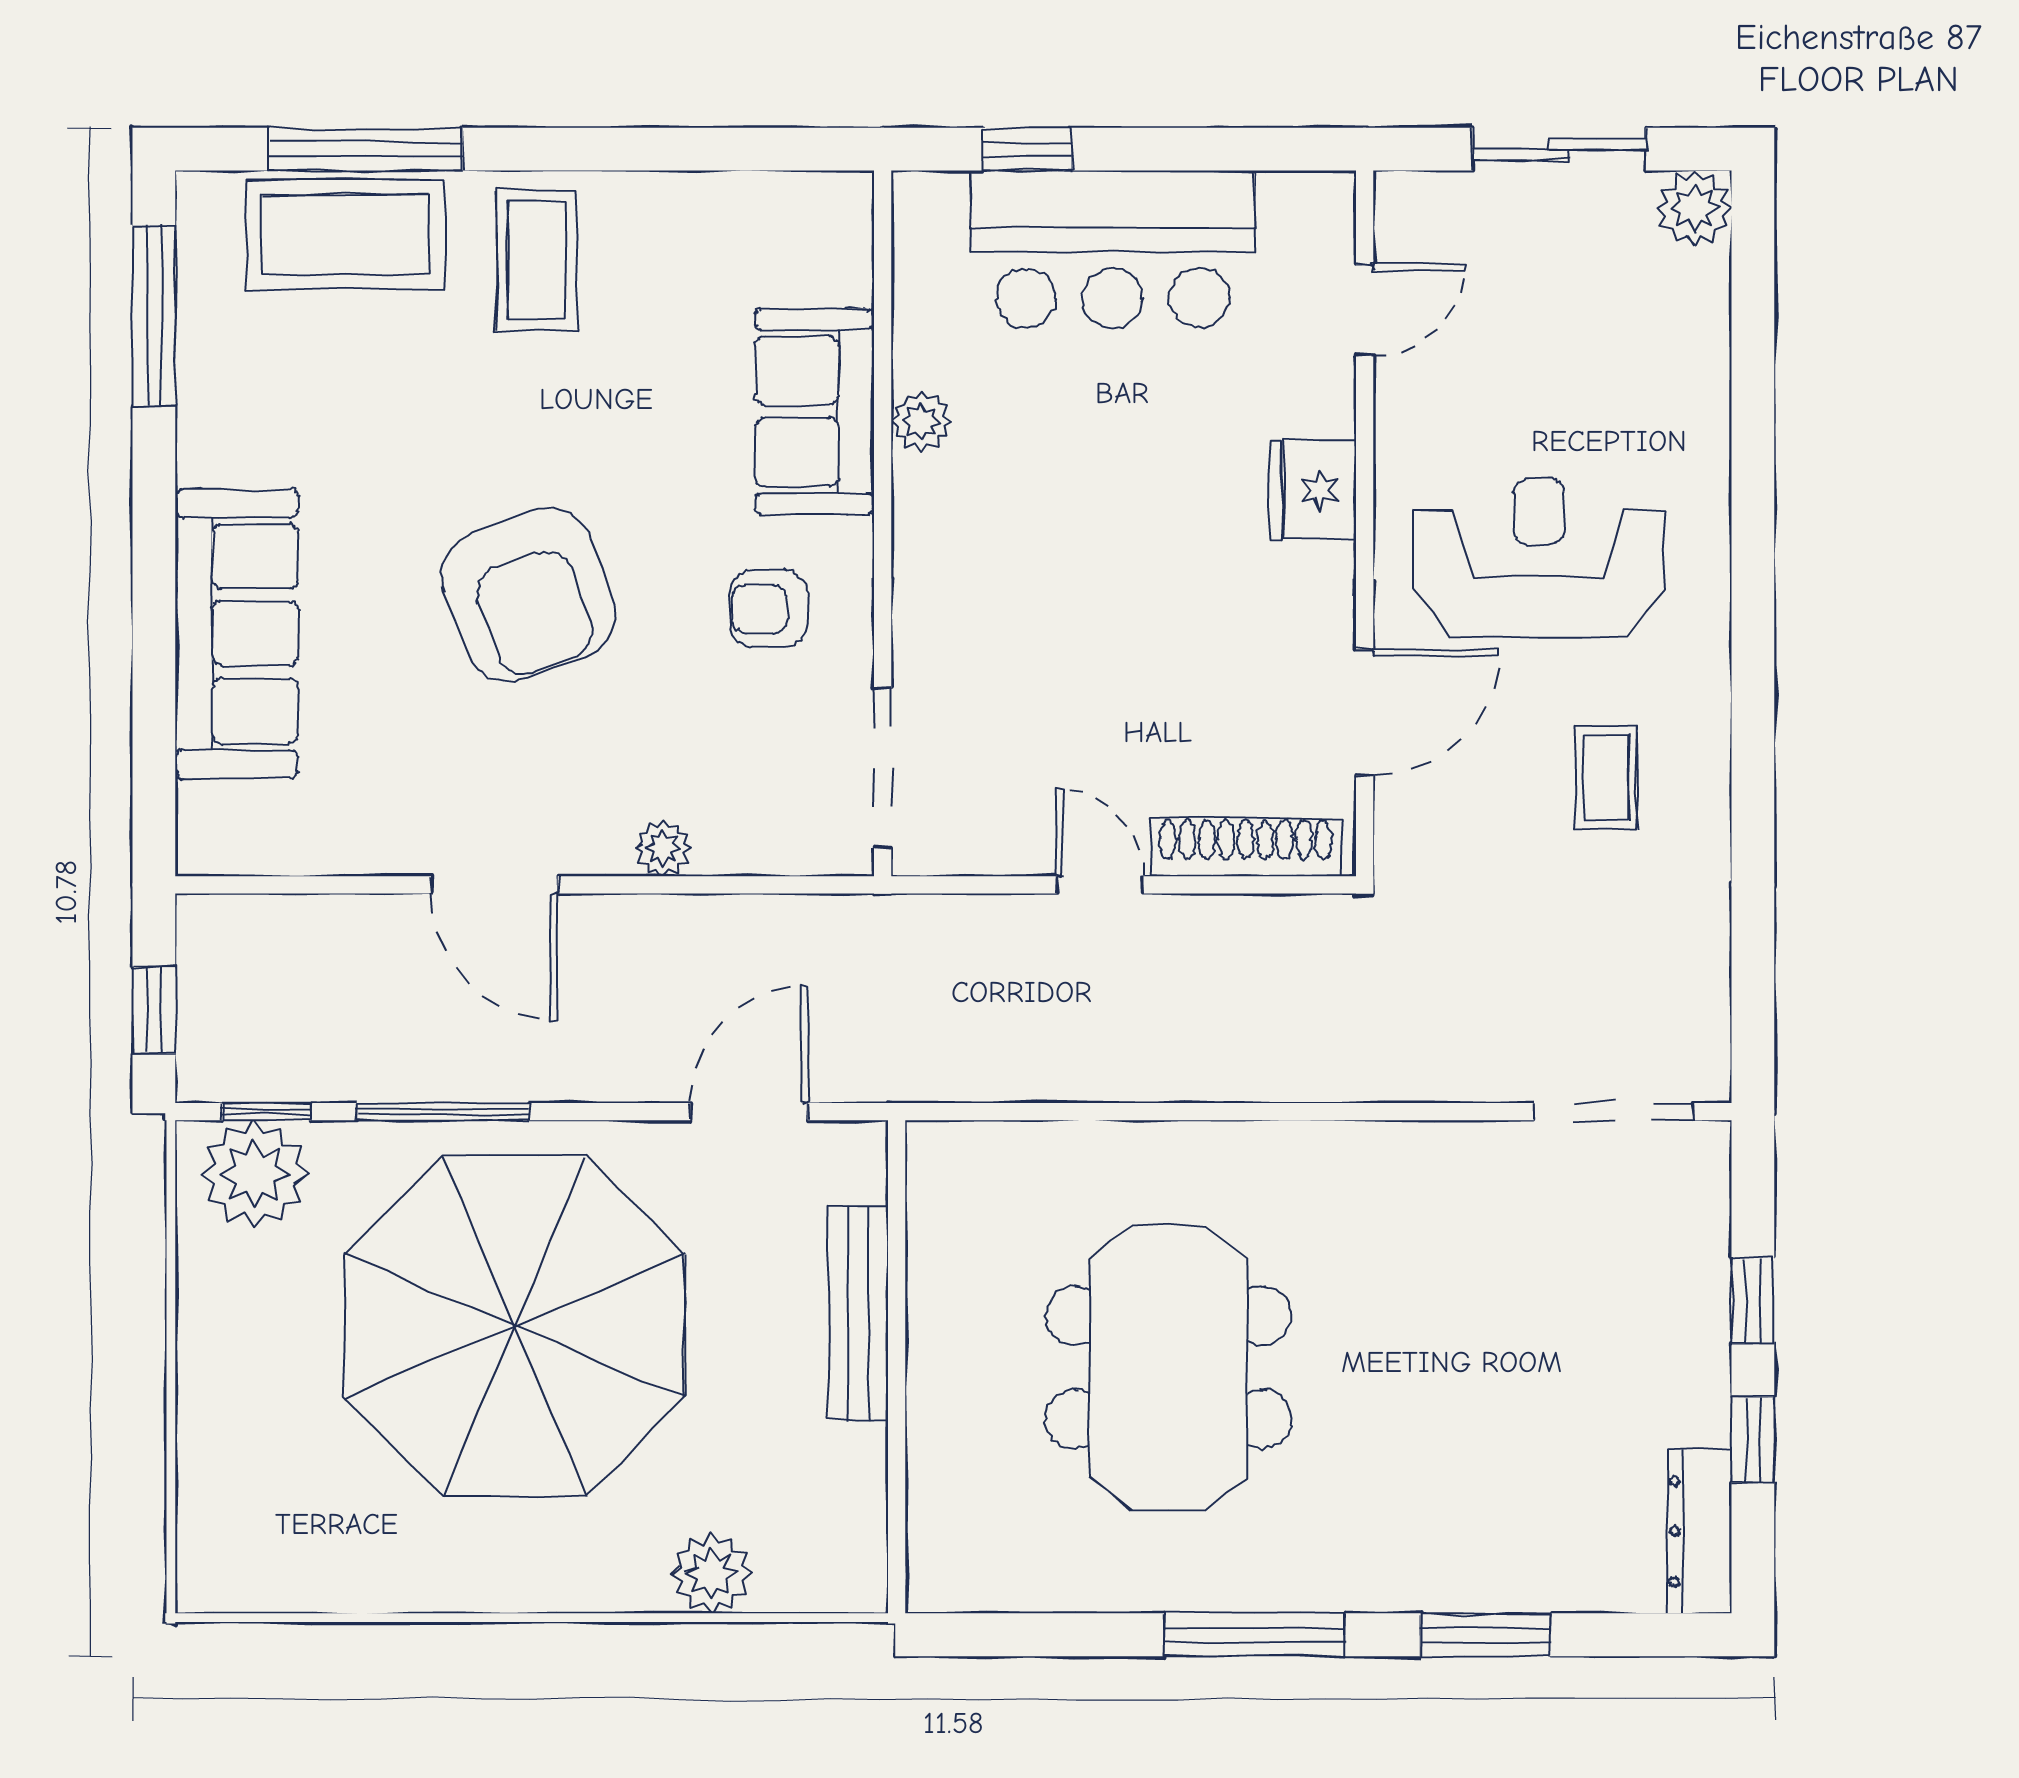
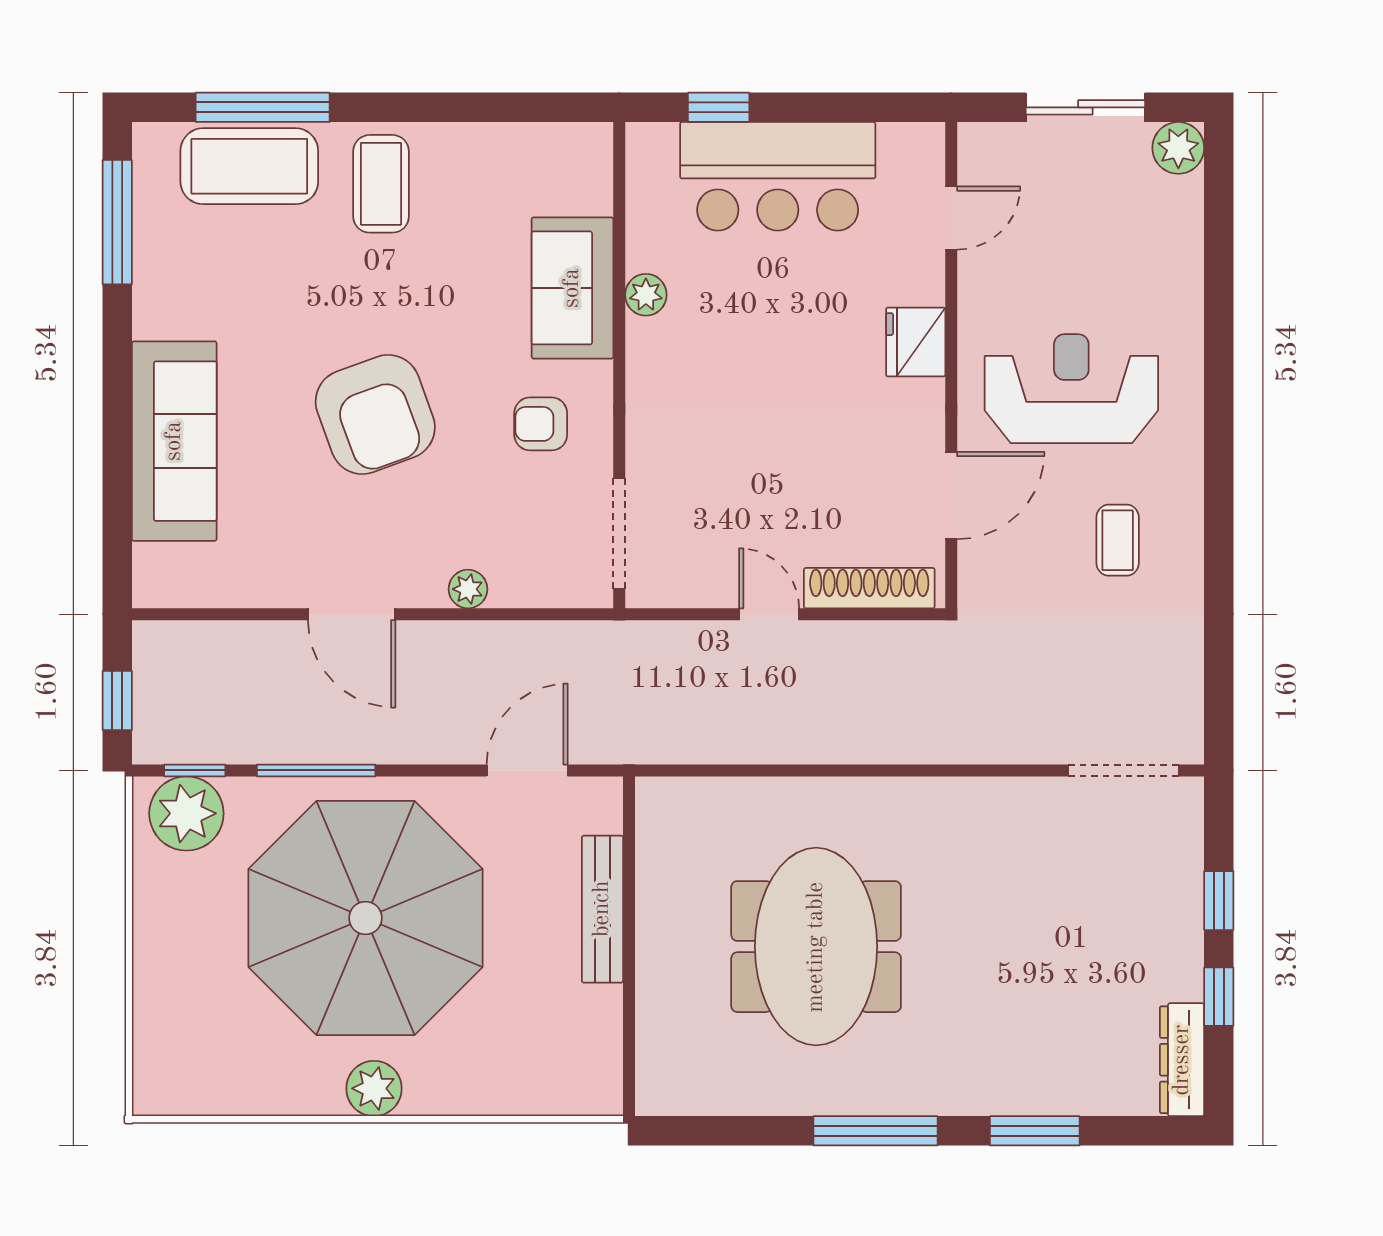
plant: (711, 1573) -> (374, 1088), moved

